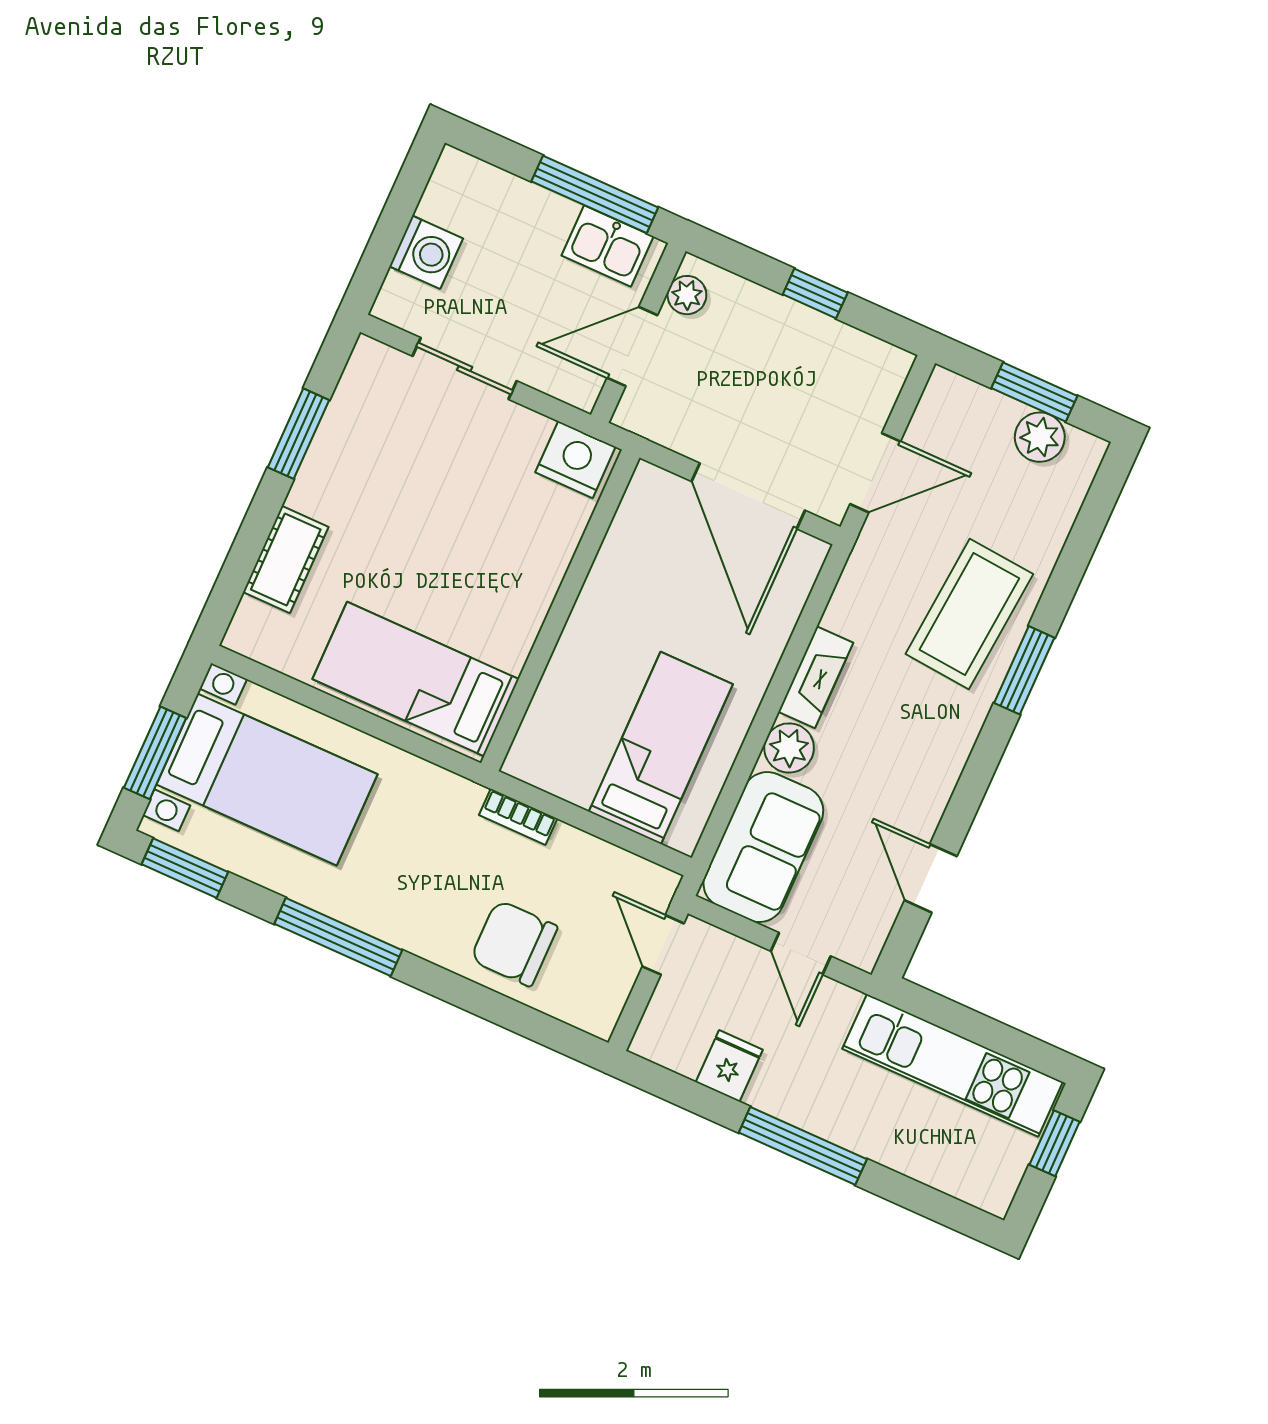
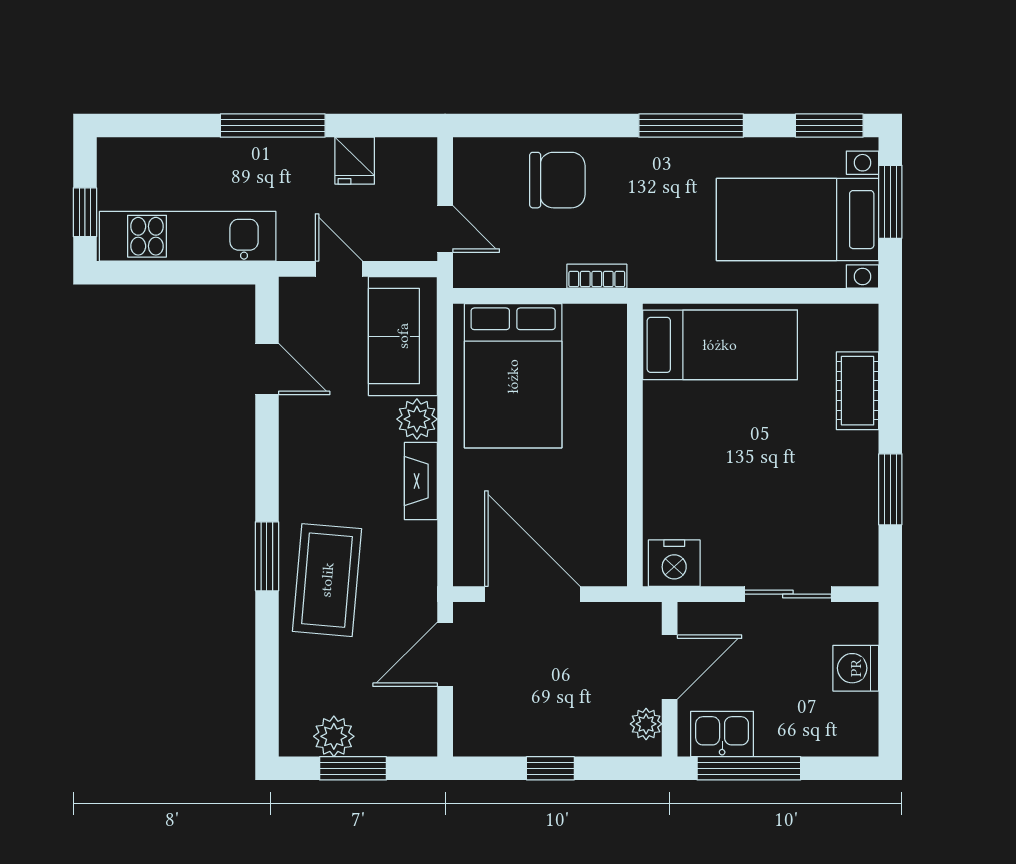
bed: (661, 748) -> (513, 376), width x1.50

